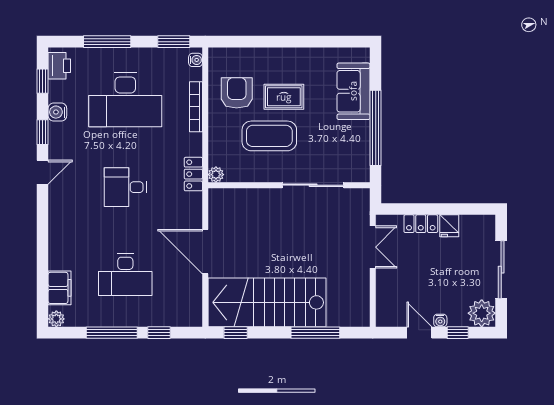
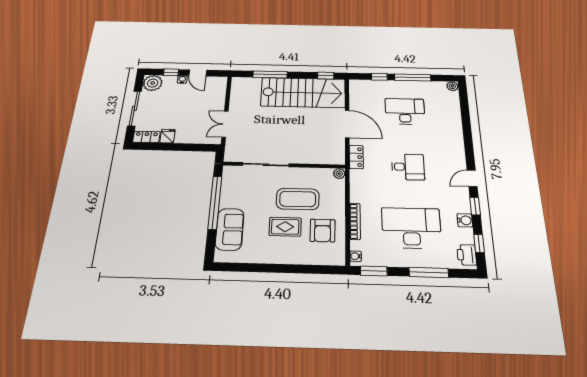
locker: (193, 174) -> (356, 157), moved
locker: (421, 224) -> (146, 137), moved
filing cabinet: (60, 288) -> (452, 104), removed

